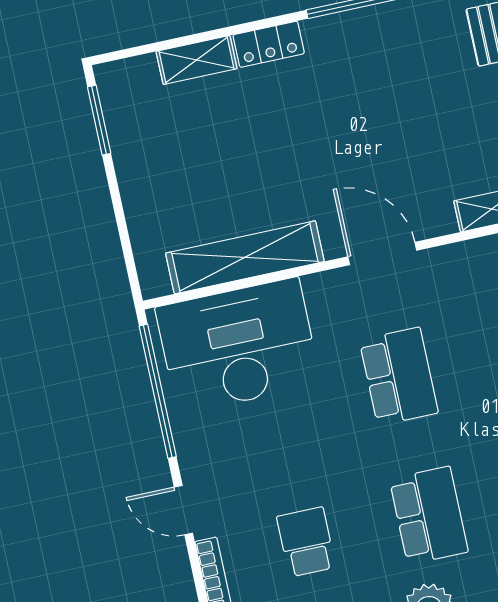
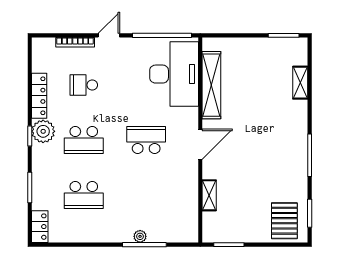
locker: (269, 44) -> (300, 115), removed
school desk: (399, 376) -> (146, 140), turned 180
school desk: (306, 542) -> (84, 85), turned 180

